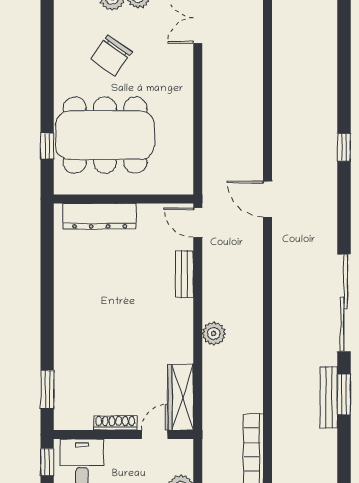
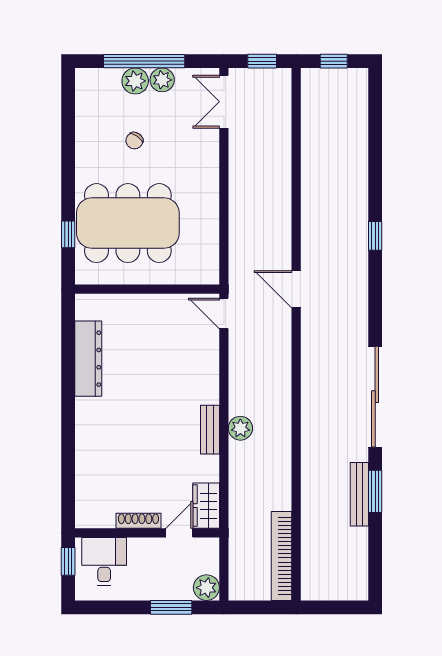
chair: (111, 55) -> (134, 141), width x0.54, depth x0.54
dresser: (100, 216) -> (88, 359), moved, turned -90
bench: (184, 274) -> (210, 430), moved
window: (47, 389) -> (68, 486), removed
wardrobe: (181, 397) -> (206, 506), width x0.67

